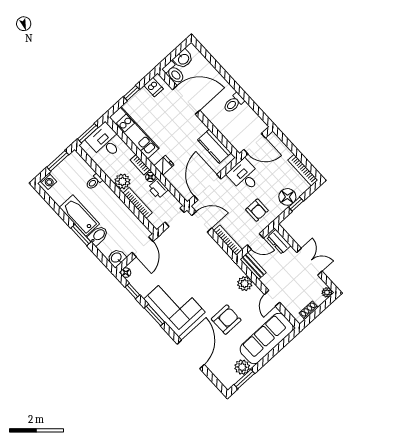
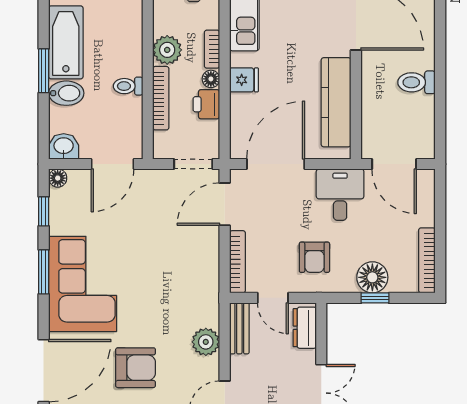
kitchen counter: (214, 146) -> (336, 102), width x1.50
toilet: (94, 182) -> (128, 86), moved
door: (202, 222) -> (225, 204), swing flipped

